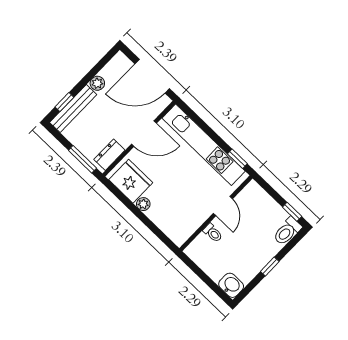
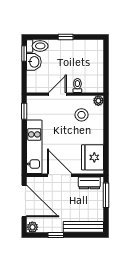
plant: (97, 83) -> (32, 227), moved
window: (64, 102) -> (56, 235), moved
kitchen unit: (204, 145) -> (34, 147), width x0.73
plant: (143, 204) -> (98, 101), moved
stool: (181, 210) -> (82, 115), added
washbasin: (231, 285) -> (34, 62), moved, turned 180

